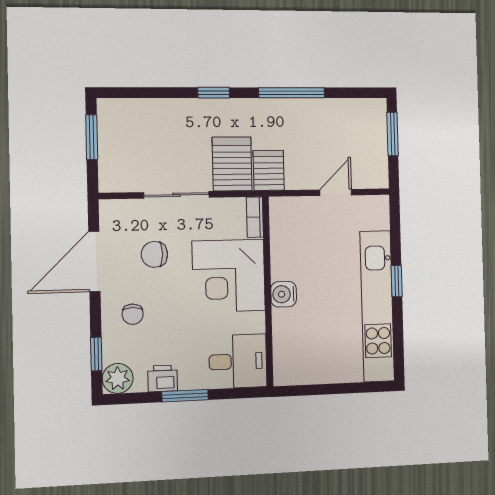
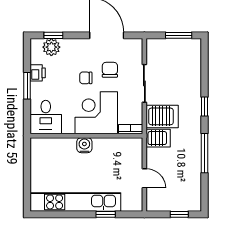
window: (393, 134) -> (179, 214), width x0.67
window: (397, 281) -> (106, 214), moved
chair: (133, 314) -> (86, 78), moved
plant: (118, 378) -> (51, 47), moved

